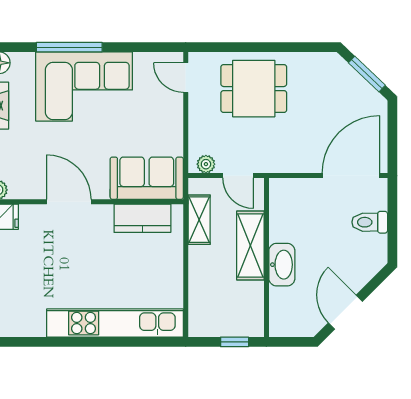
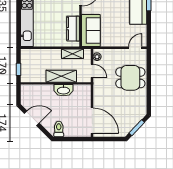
dining table: (254, 89) -> (130, 78), turned 90
door: (238, 176) -> (92, 71), swing flipped
toilet: (370, 222) -> (59, 129), moved
washbasin: (282, 265) -> (63, 90), moved

